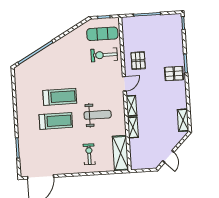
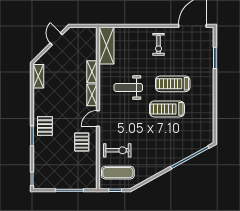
pallet: (174, 74) -> (45, 126), turned 90
exercise bike: (89, 154) -> (159, 44), moved

